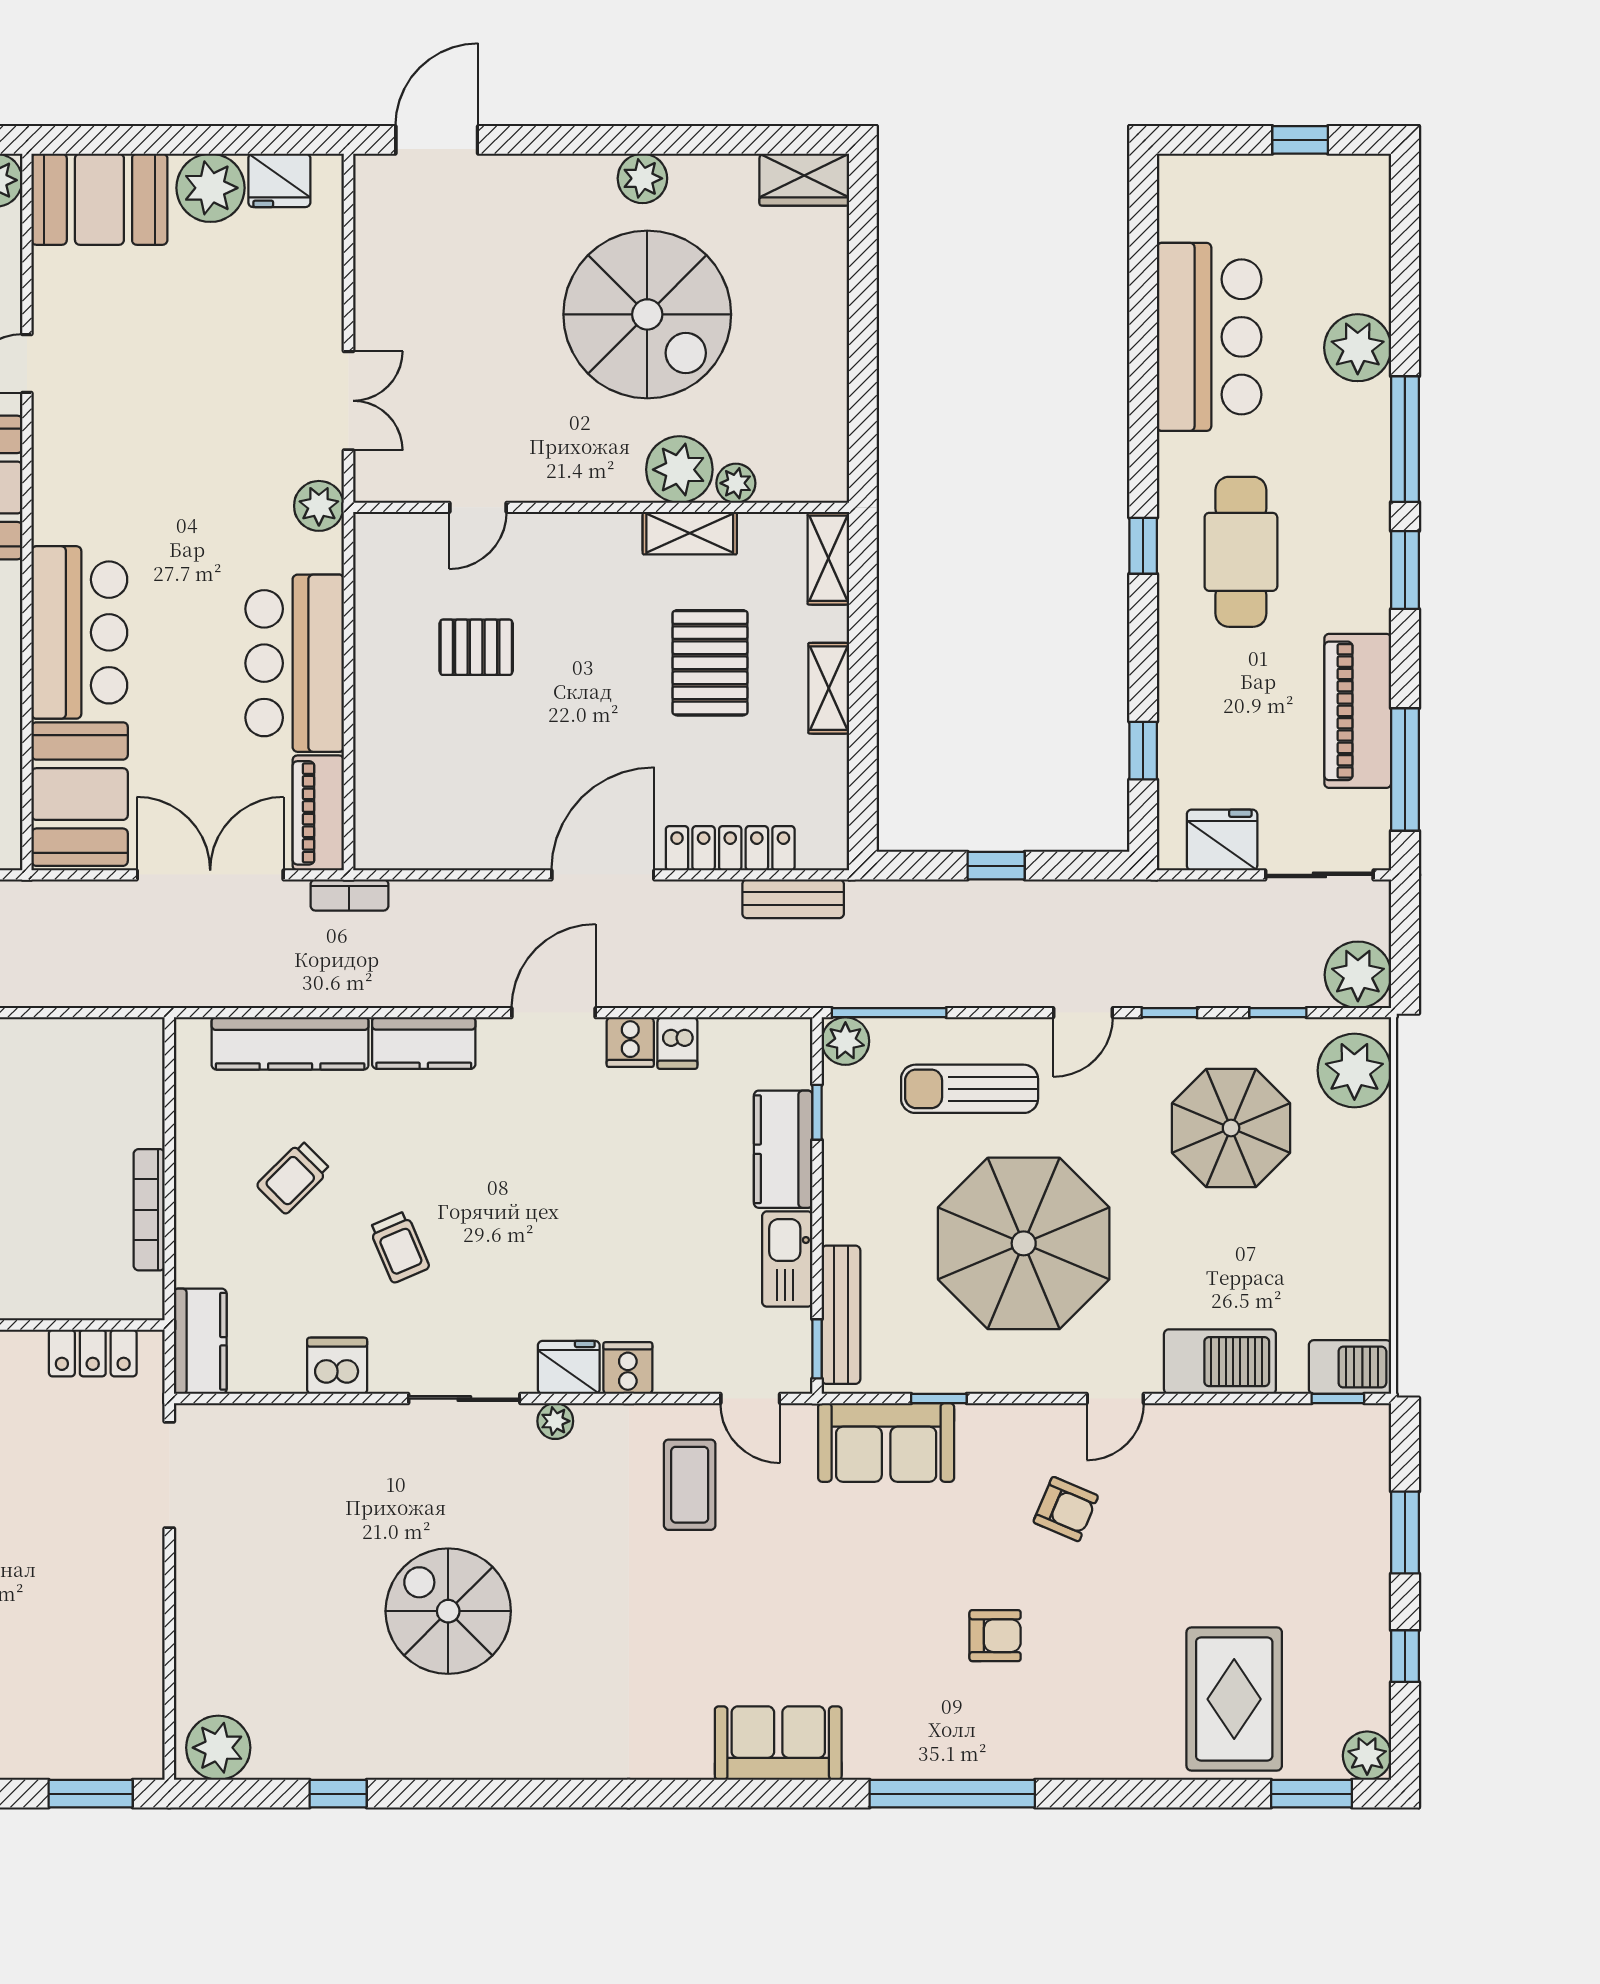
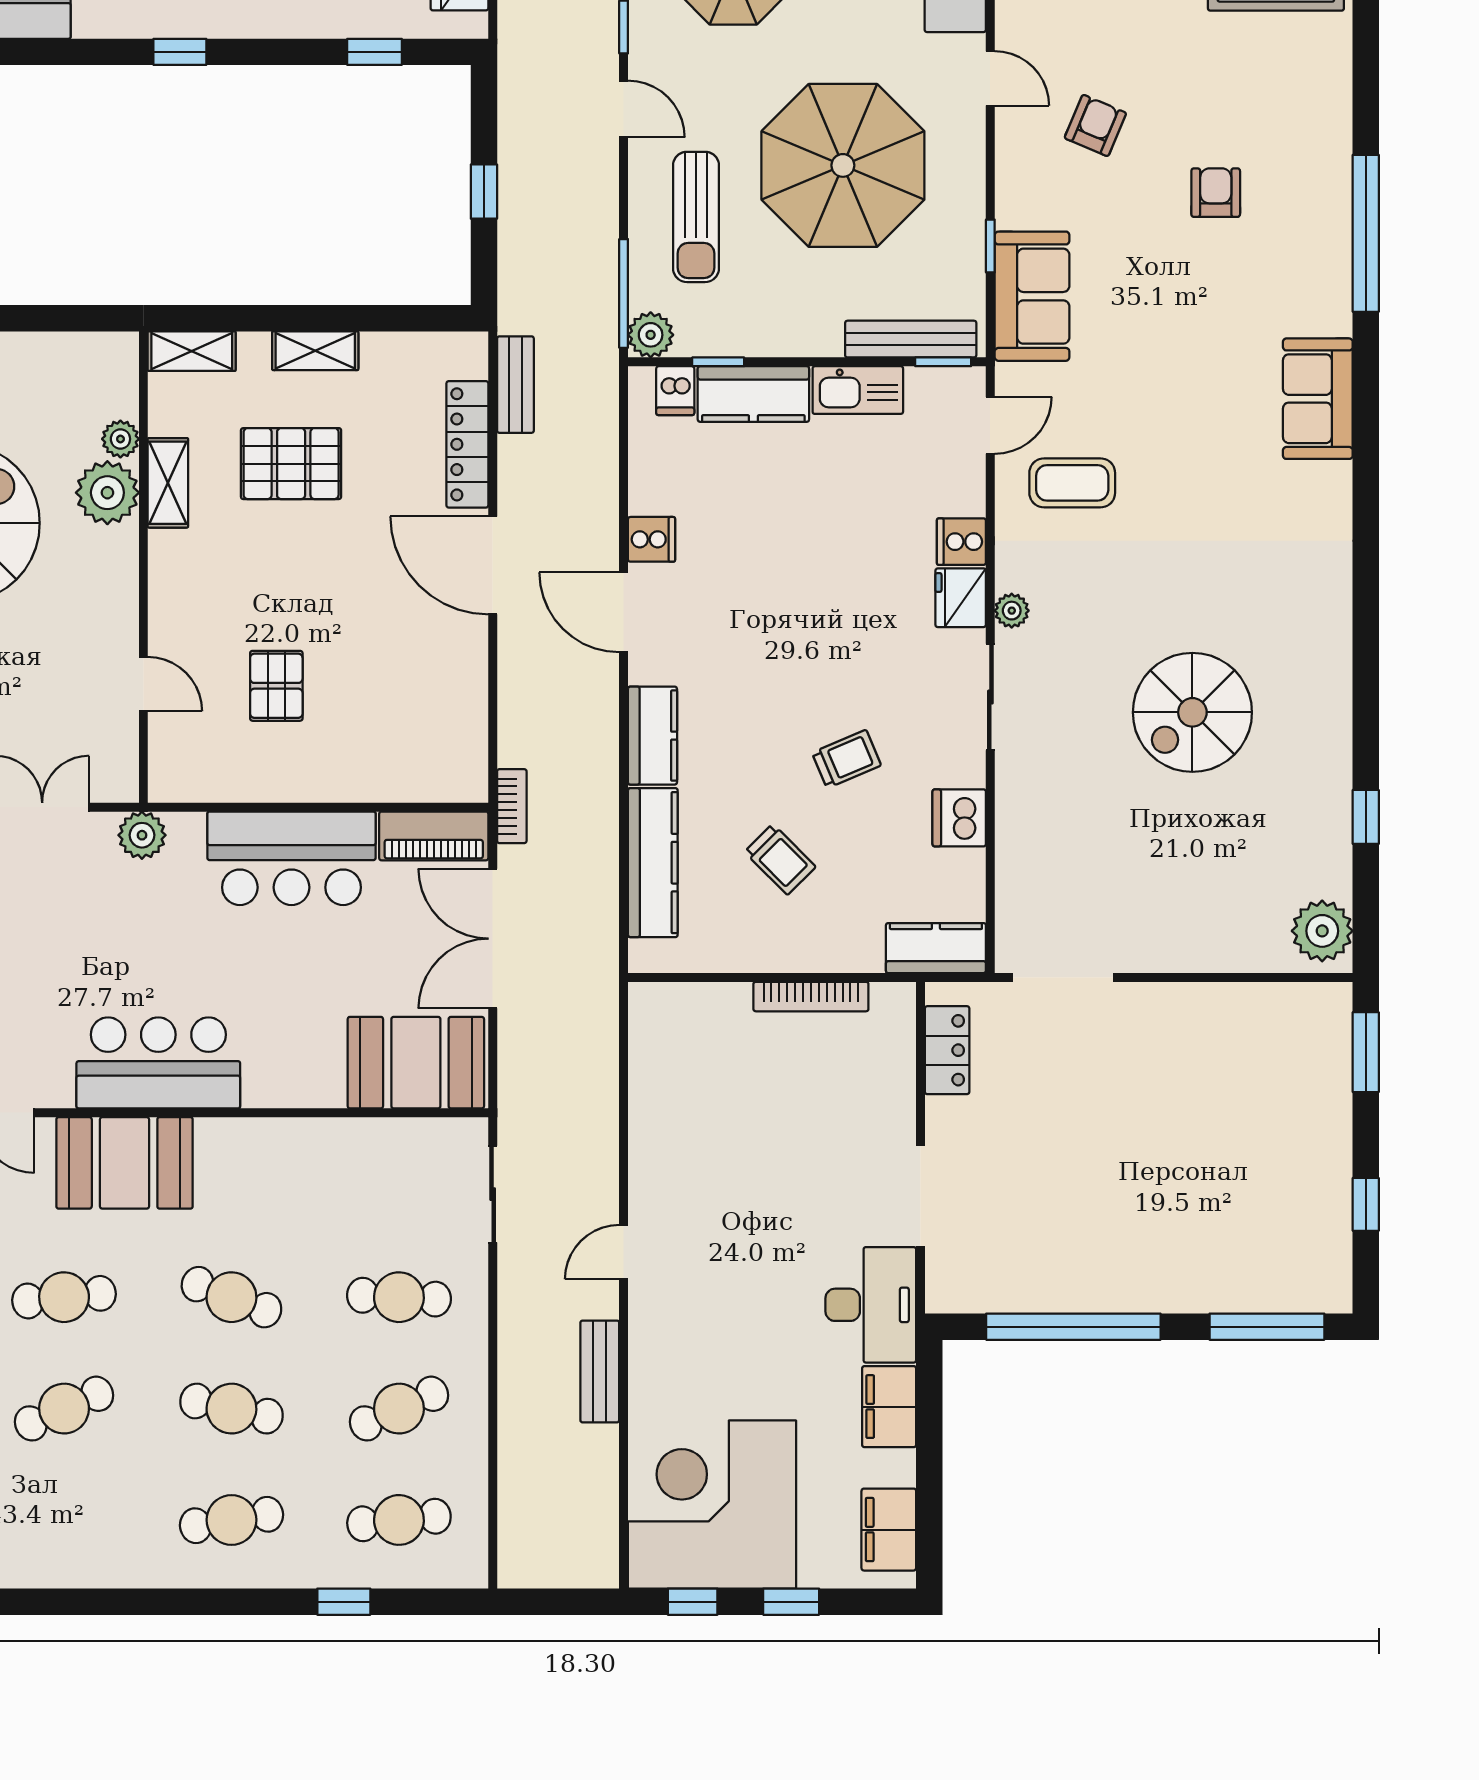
bar counter: (79, 632) -> (158, 1063), moved
dishwasher: (677, 1043) -> (675, 391), moved, turned 90

